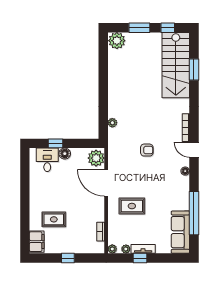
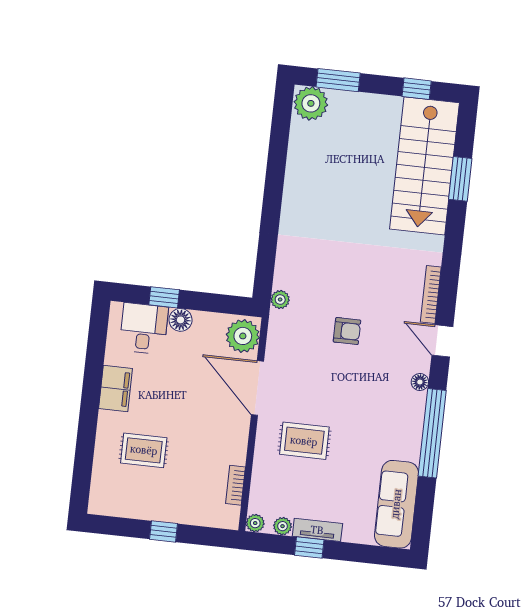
window: (139, 28) -> (338, 80), moved
plant: (112, 123) -> (280, 300), moved
window: (194, 213) -> (432, 433), moved
filing cabinet: (37, 242) -> (116, 388), moved

